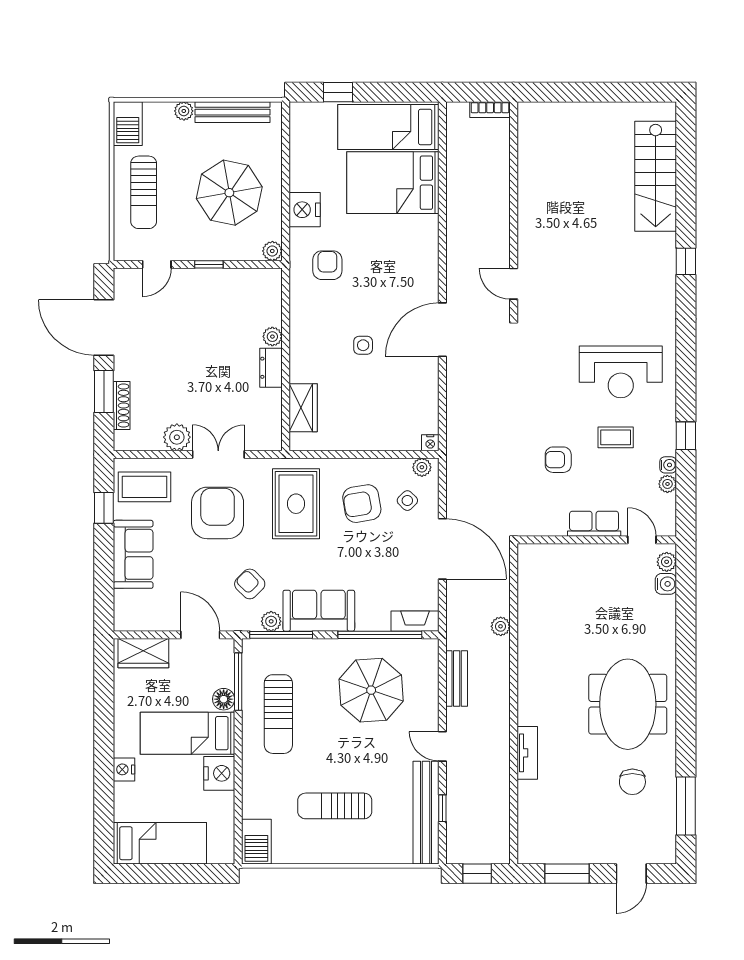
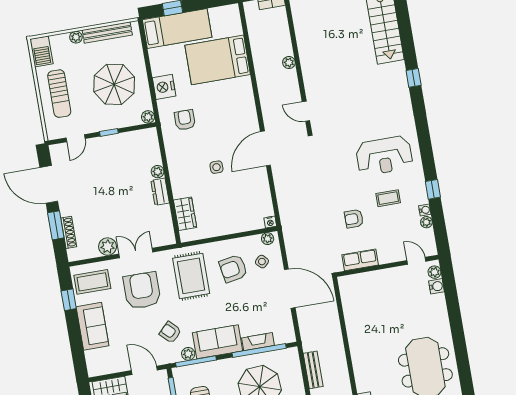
bed: (388, 127) -> (177, 28), moved, turned 180
row of seats: (594, 524) -> (360, 260), moved
fireplace: (415, 621) -> (258, 342), moved
plant: (501, 626) -> (289, 63), moved

